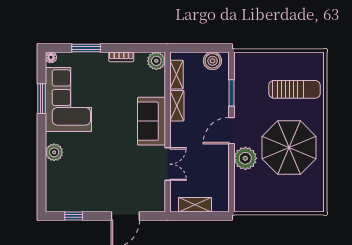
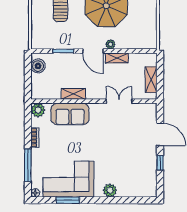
window: (86, 48) -> (28, 165), width x1.44
shelving: (177, 75) -> (117, 58), moved
sofa: (151, 121) -> (70, 114), moved
plant: (245, 158) -> (110, 44), width x0.53, depth x0.53
window: (74, 216) -> (160, 163), moved

